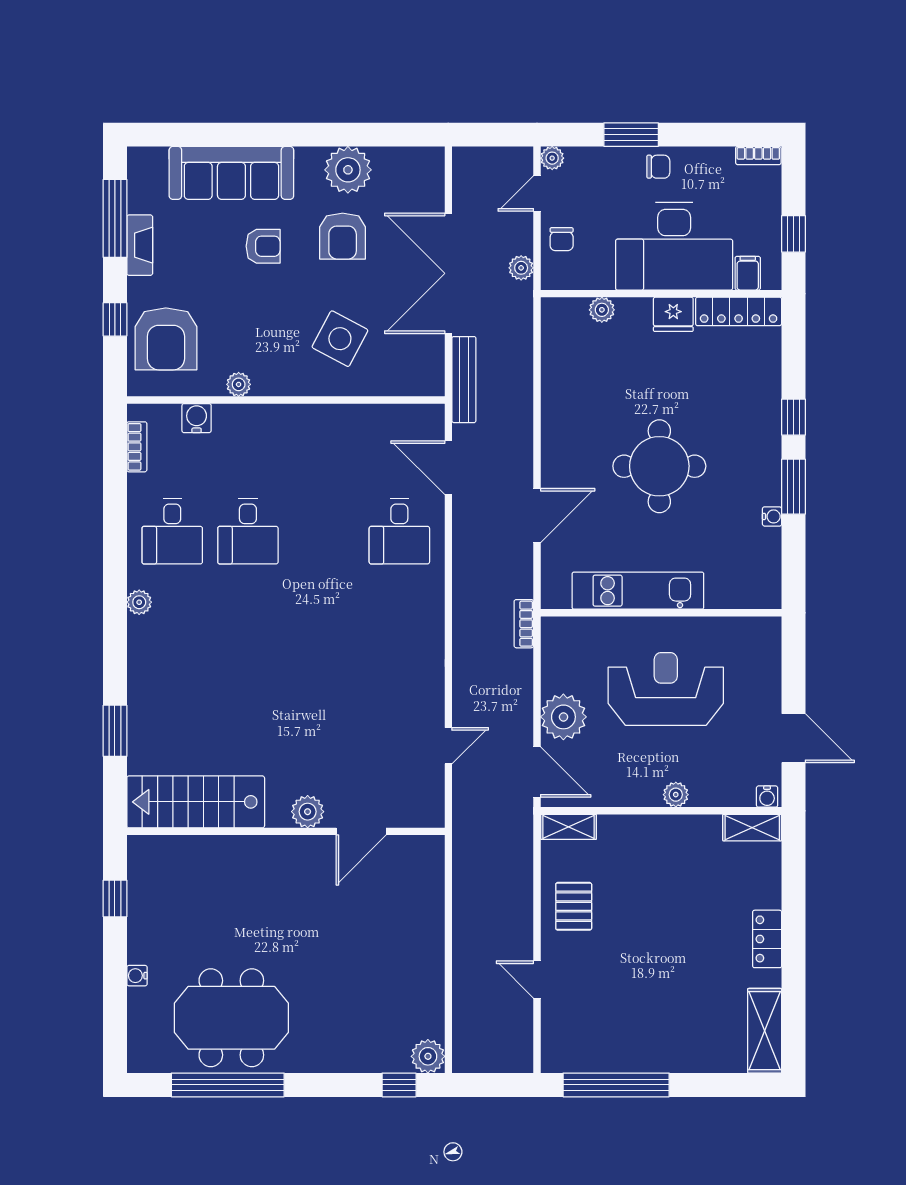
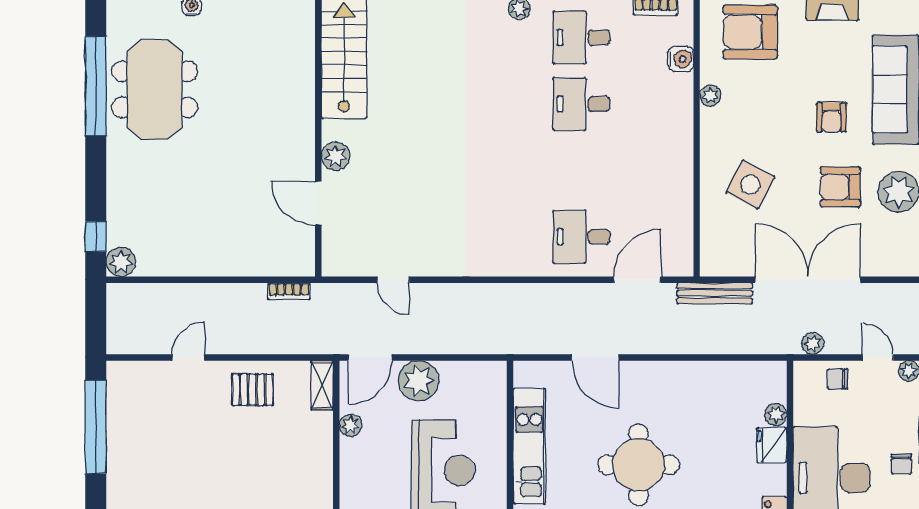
fridge: (673, 314) -> (772, 445), moved
bookcase: (524, 624) -> (289, 291), moved, turned 180
plant: (676, 795) -> (350, 425), moved

